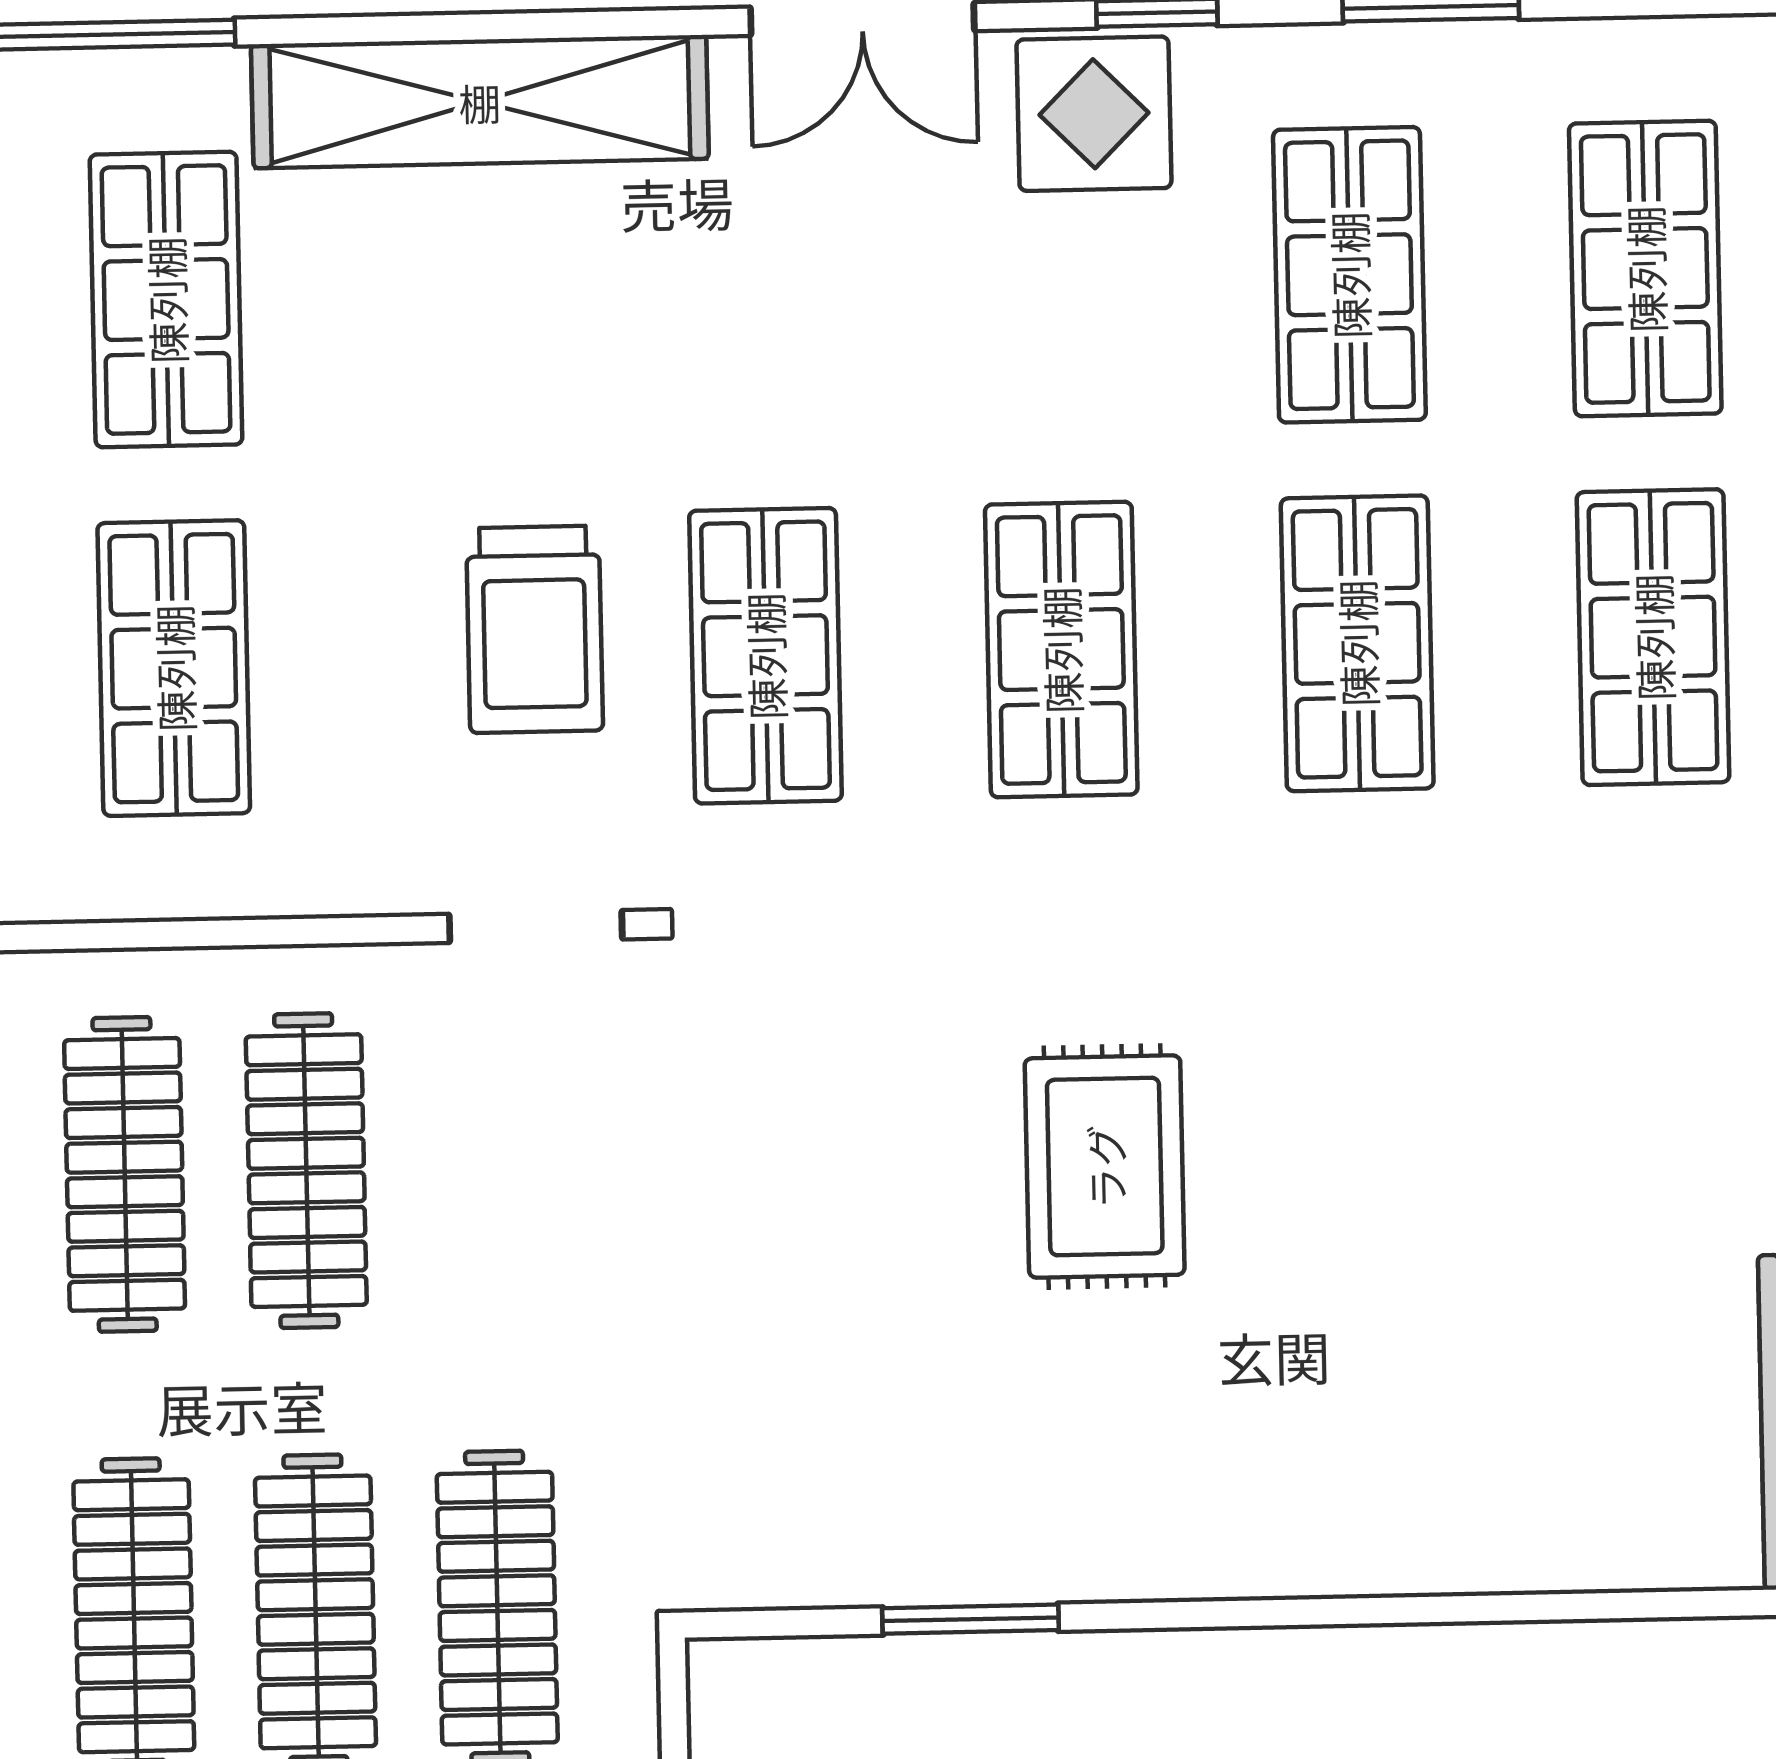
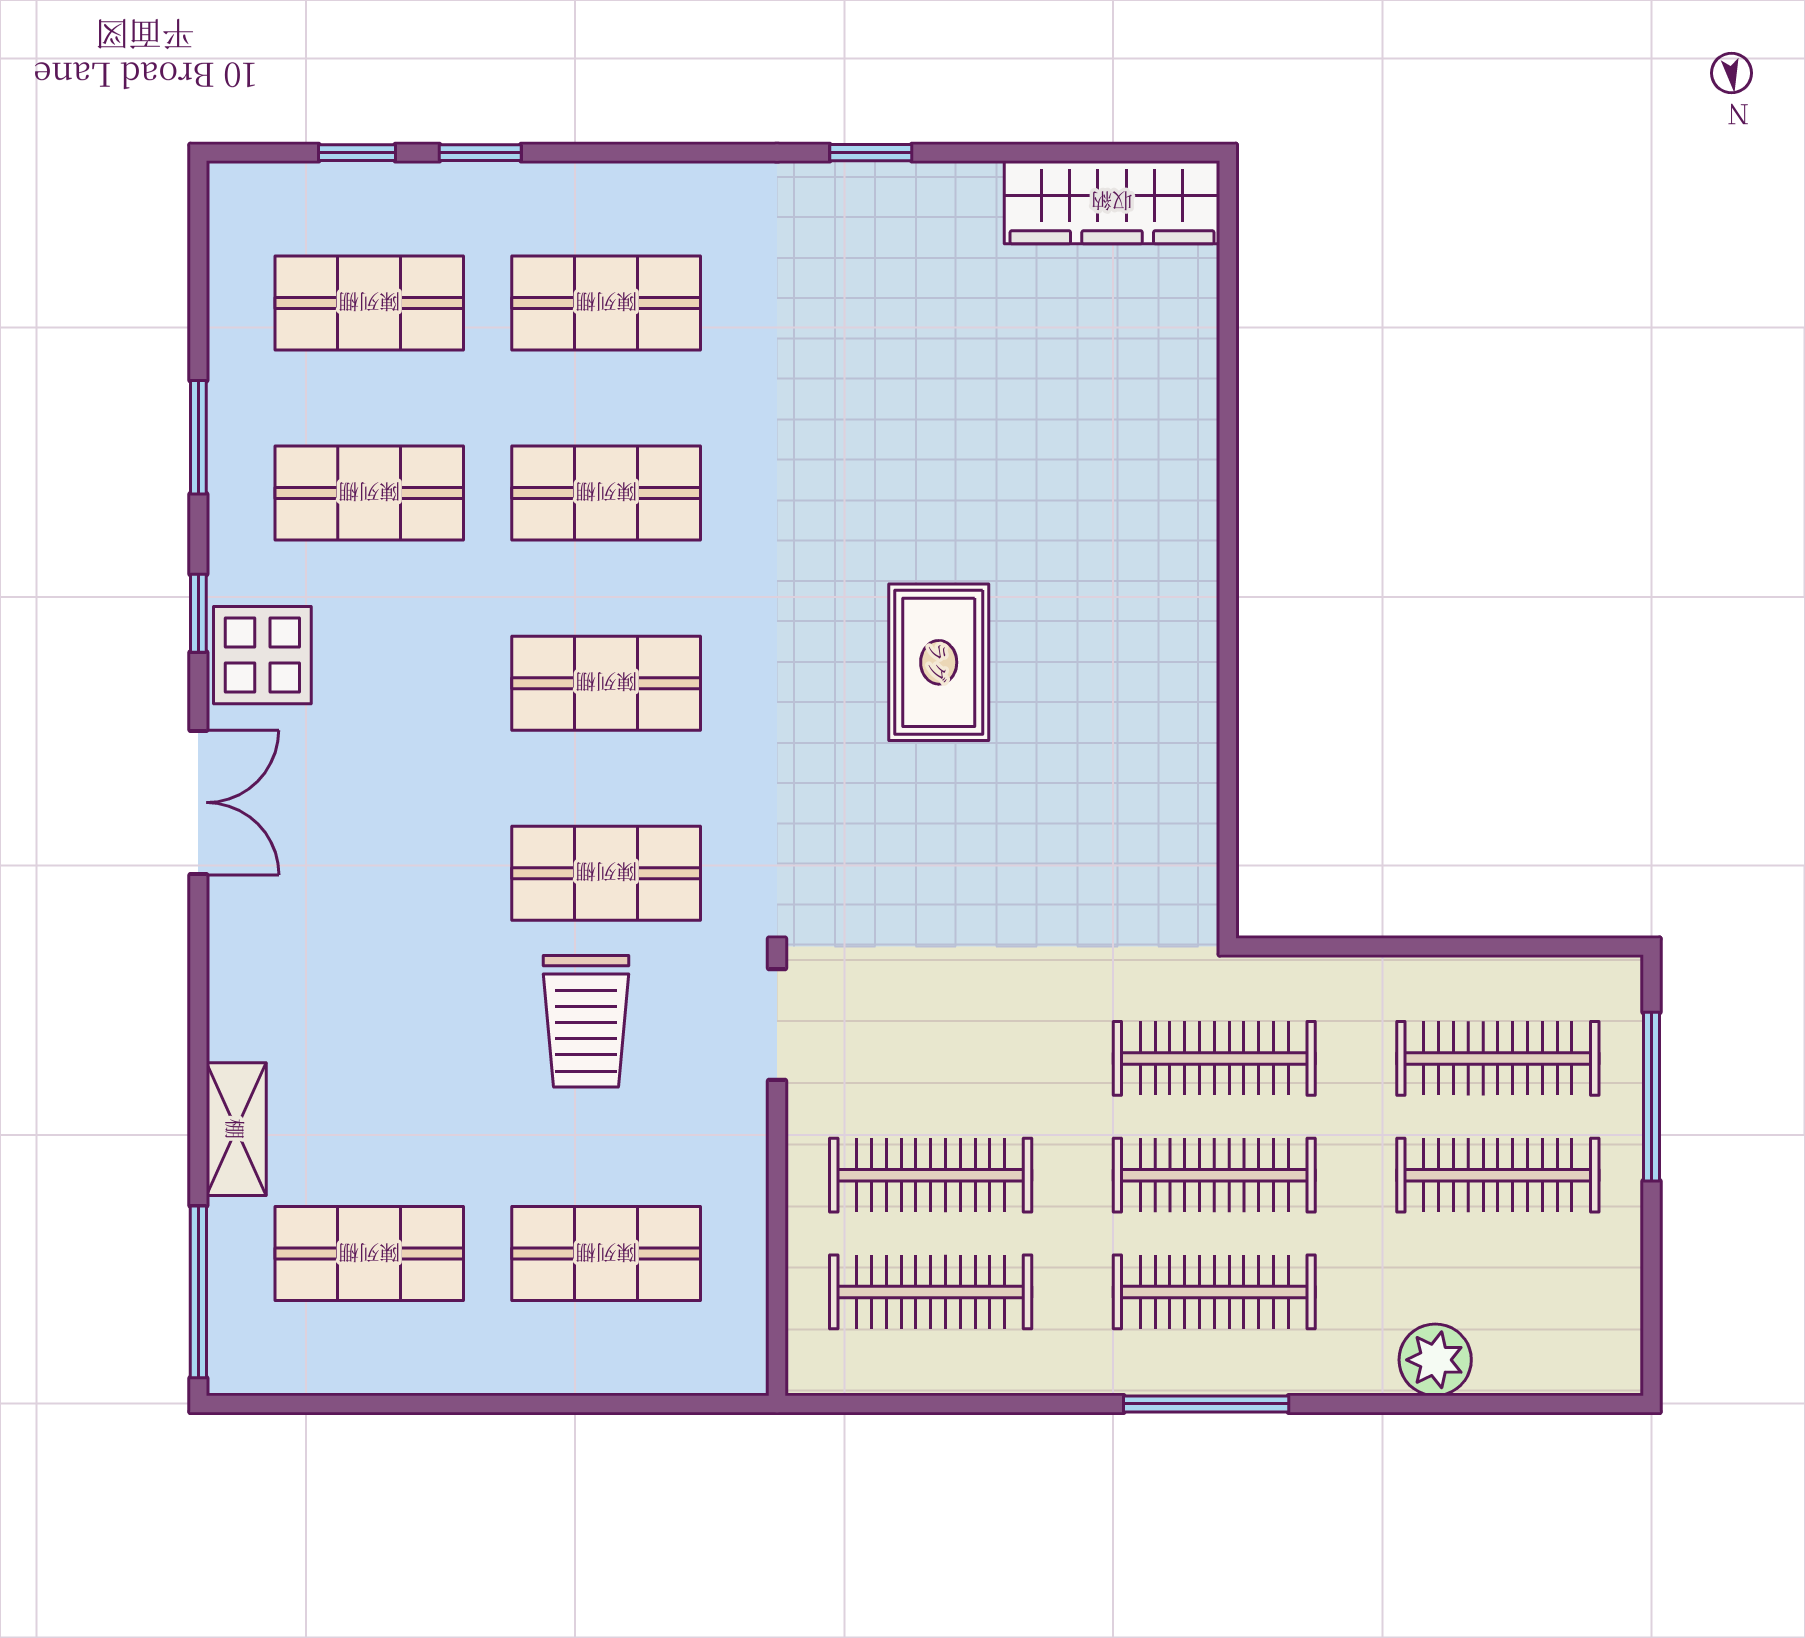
shelving: (480, 102) -> (236, 1129), width x0.45, depth x0.75
trolley: (535, 629) -> (586, 1021), turned 90
rug: (1105, 1167) -> (939, 662), turned 90
window: (970, 1619) -> (1228, 755), removed

